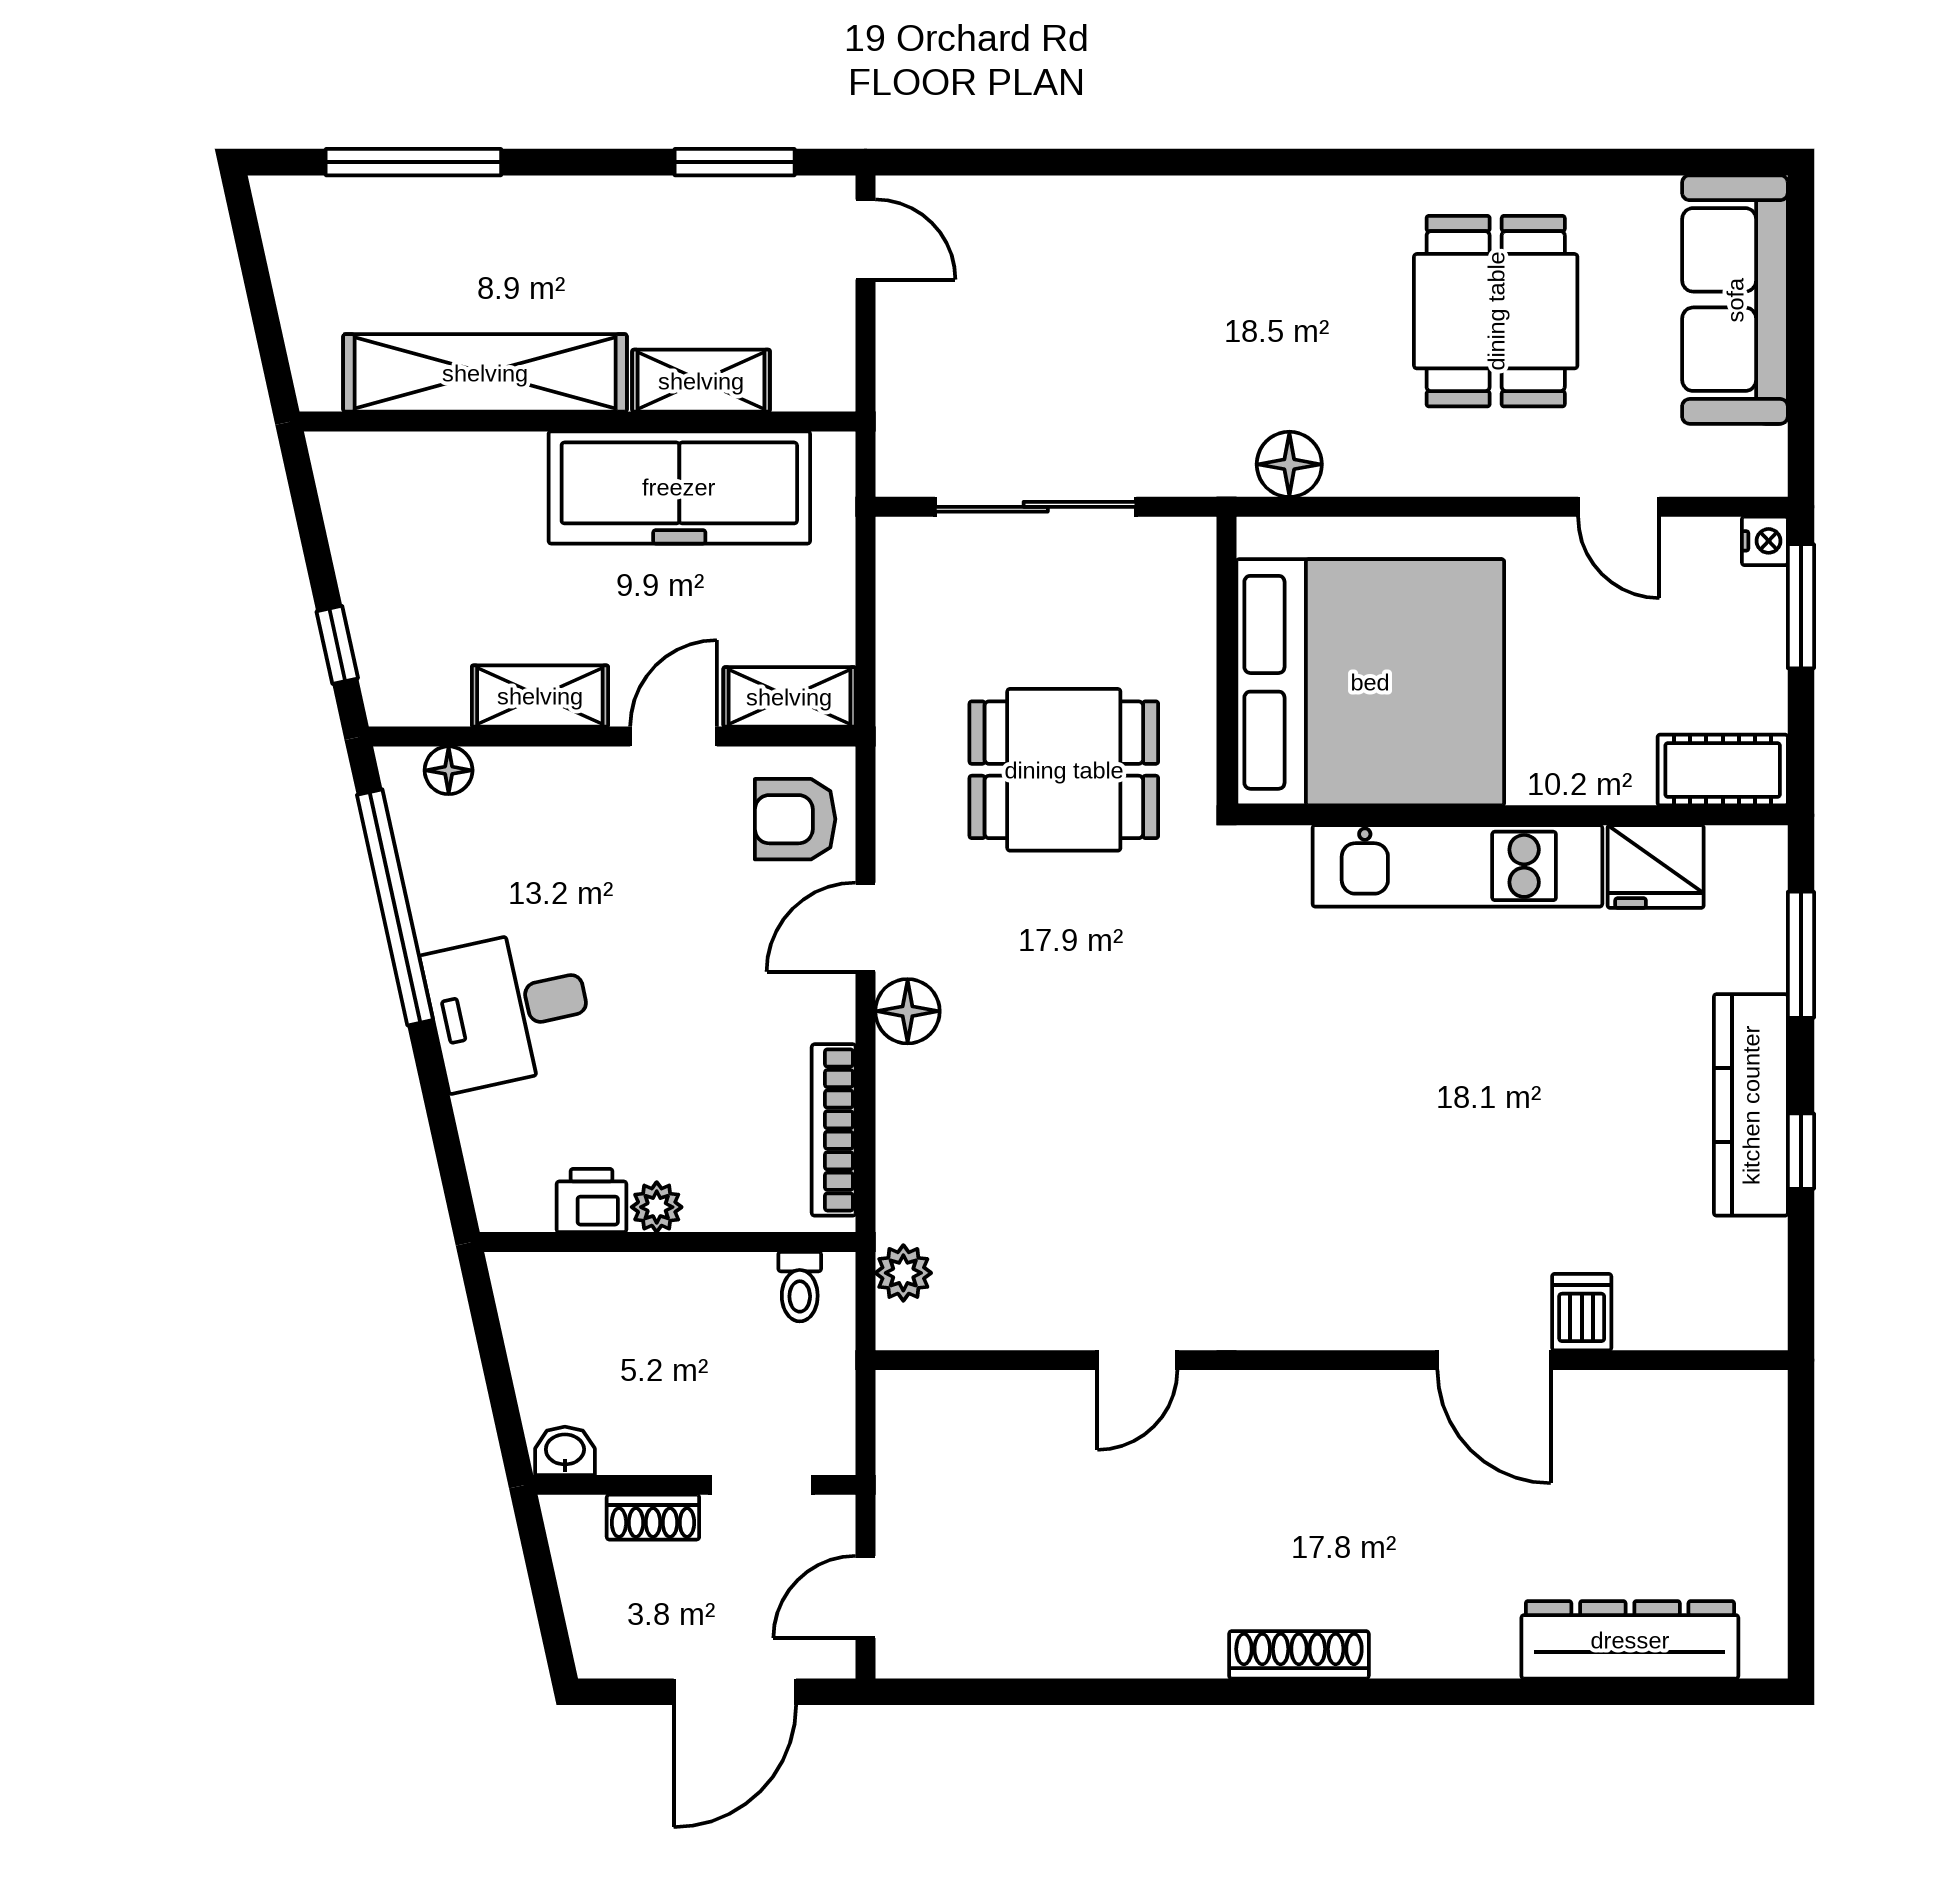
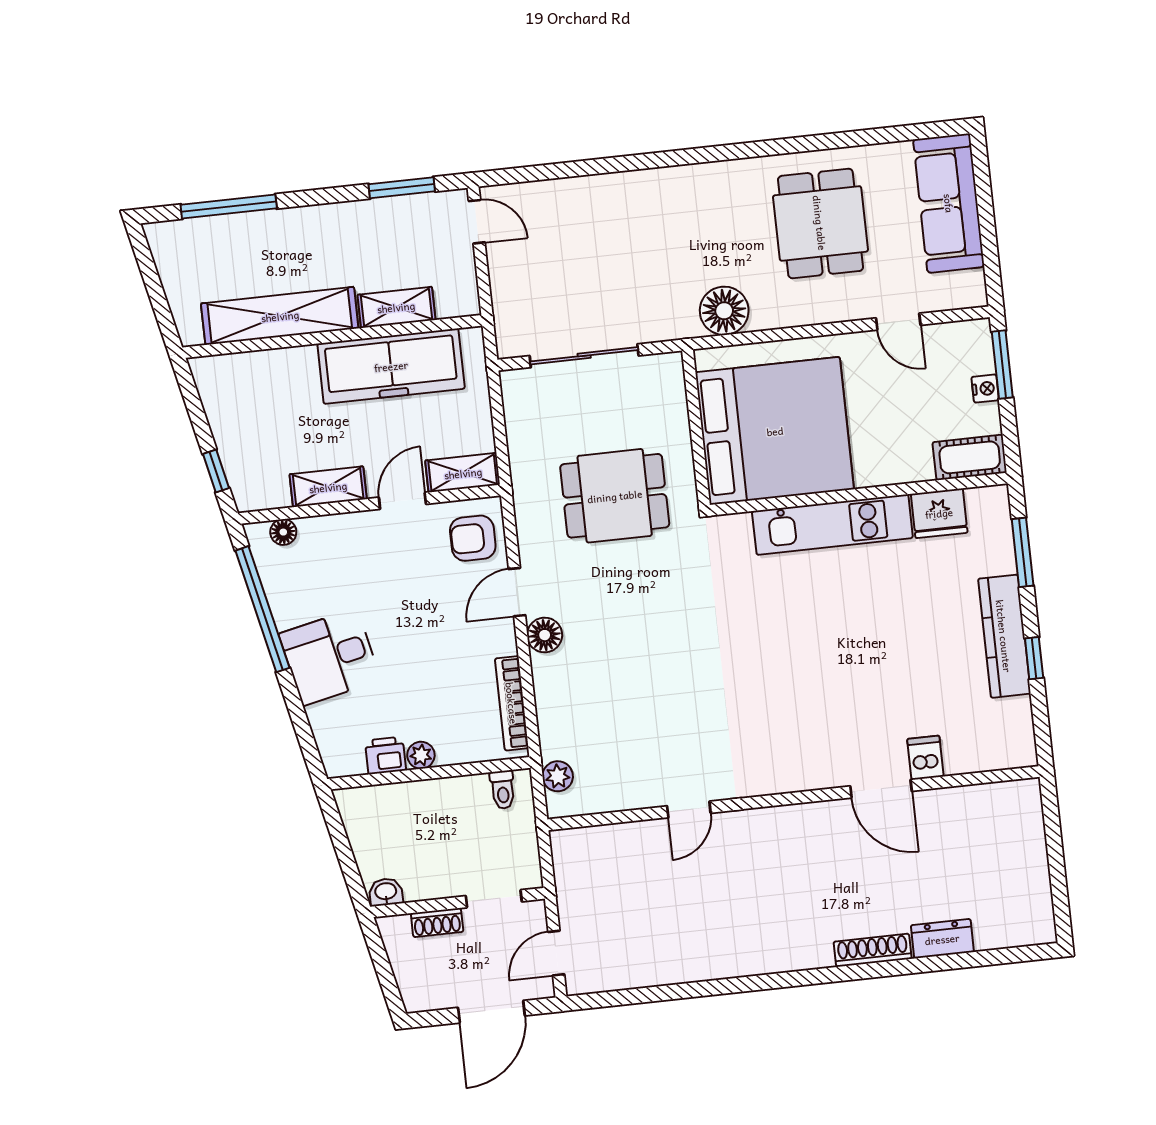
floor lamp: (1289, 464) -> (724, 311), width x1.38, depth x1.38
nightstand: (1765, 541) -> (985, 389), moved
dresser: (1630, 1640) -> (942, 939), width x0.51, depth x0.80
shoe rack: (1299, 1655) -> (873, 950), moved

